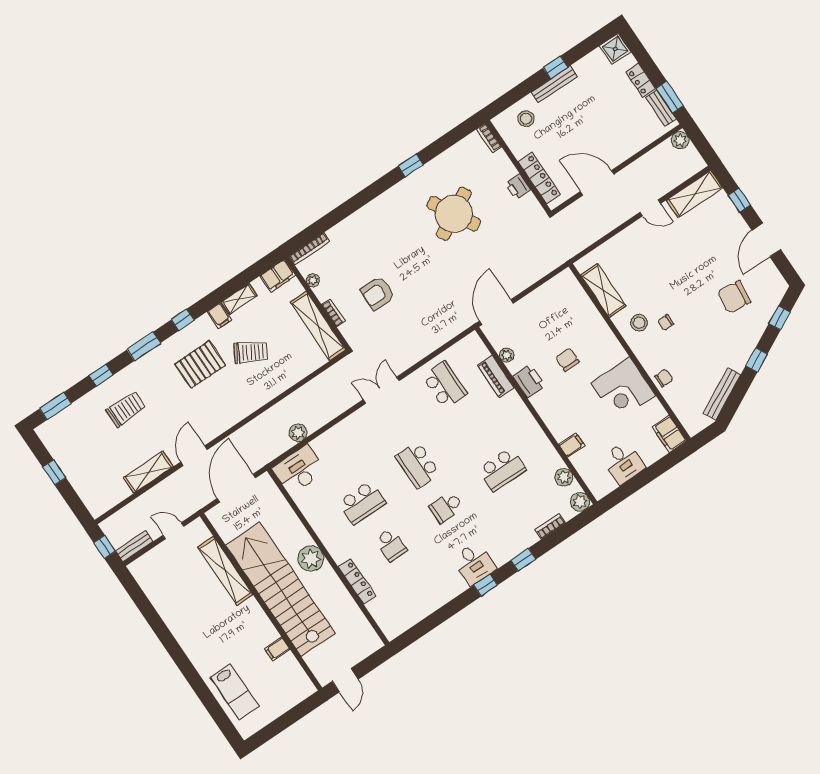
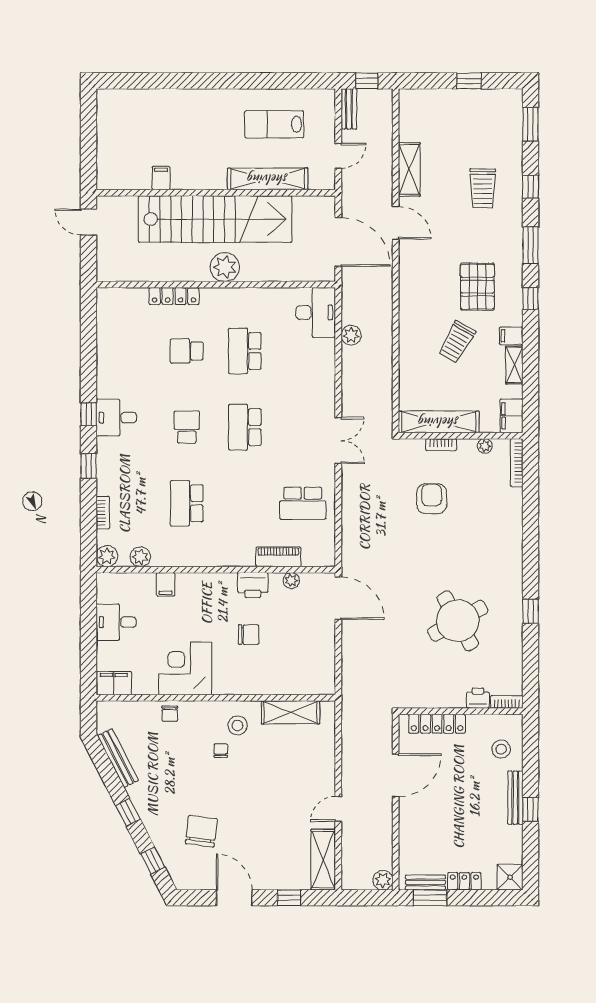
printer: (518, 187) -> (478, 698), moved
school desk: (418, 465) -> (245, 427), turned -90
lab bench: (235, 692) -> (274, 124), moved

